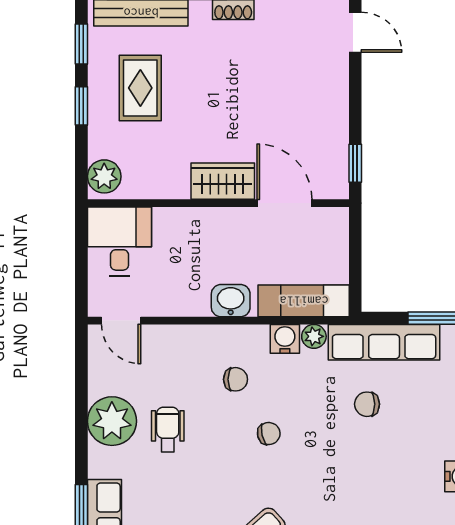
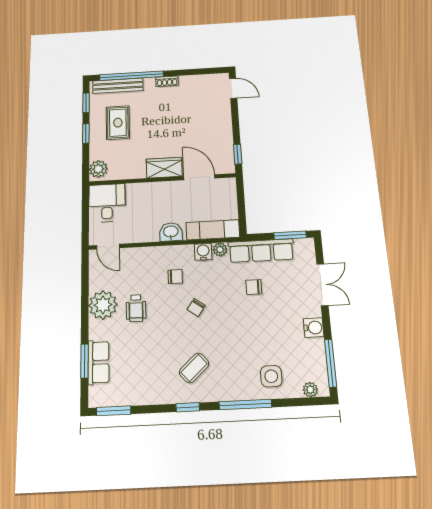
wheelchair: (168, 429) -> (136, 308), turned 180
chair: (269, 434) -> (196, 308), turned 138

